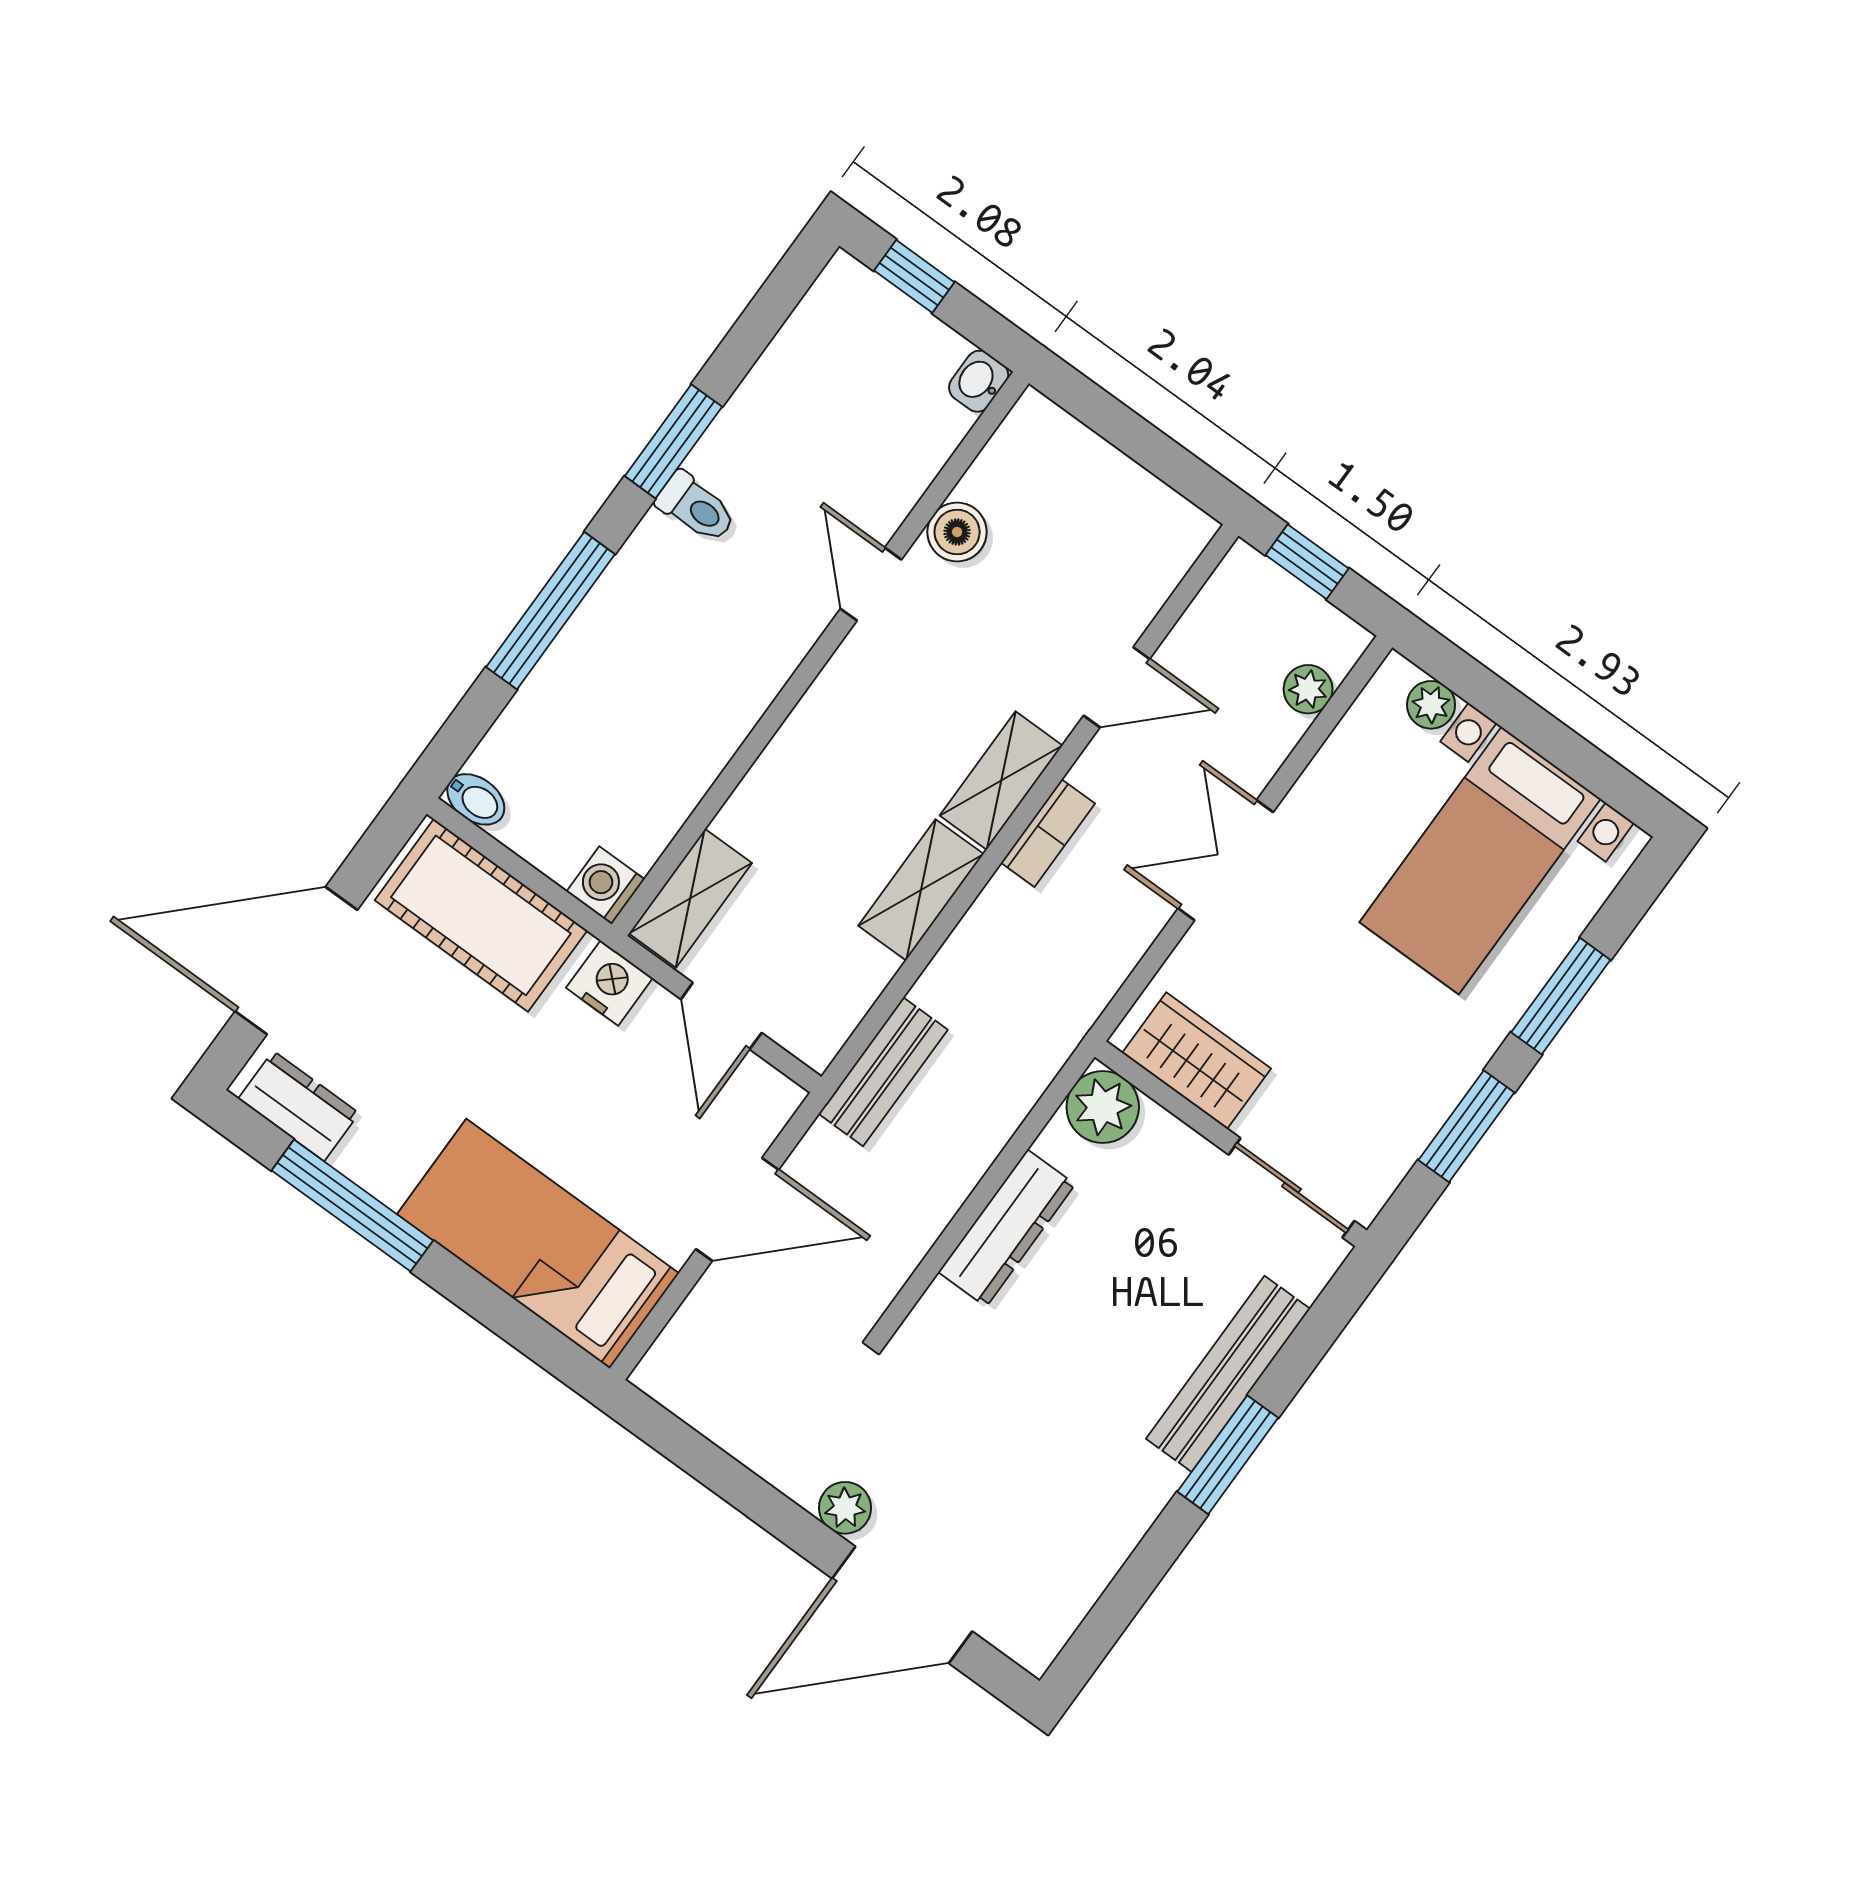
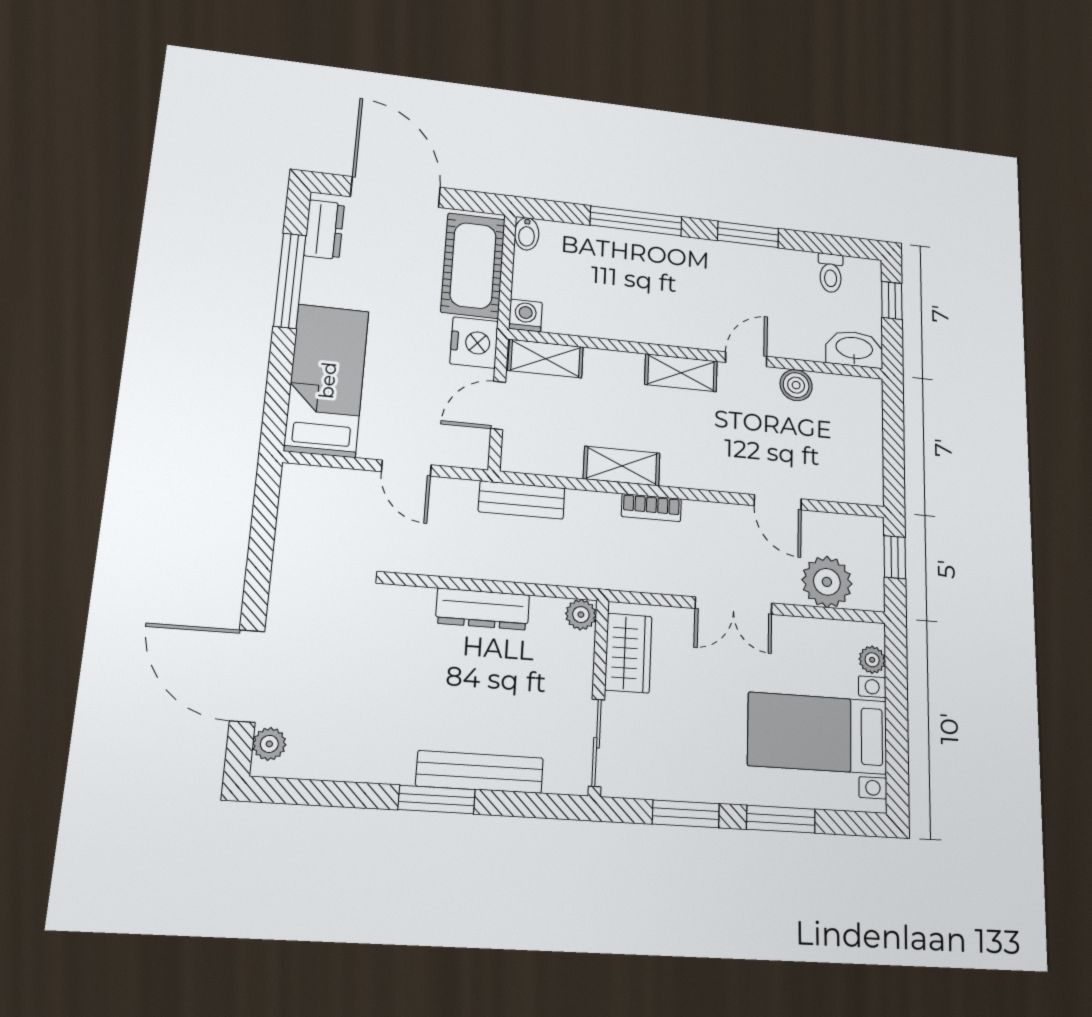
washbasin: (979, 381) -> (854, 349), width x1.91, depth x1.45
toilet: (696, 507) -> (831, 273), moved
plant: (1308, 689) -> (827, 582), width x1.87, depth x1.87
shelving: (1001, 781) -> (681, 373), moved
bookcase: (1048, 833) -> (651, 508), moved
double door: (1226, 860) -> (734, 606), swing flipped
nightstand: (609, 983) -> (474, 343), width x1.36, depth x1.33
plant: (1103, 1107) -> (581, 615), width x0.73, depth x0.73
door: (737, 1209) -> (406, 468), width x0.73
plant: (845, 1508) -> (269, 744), moved

